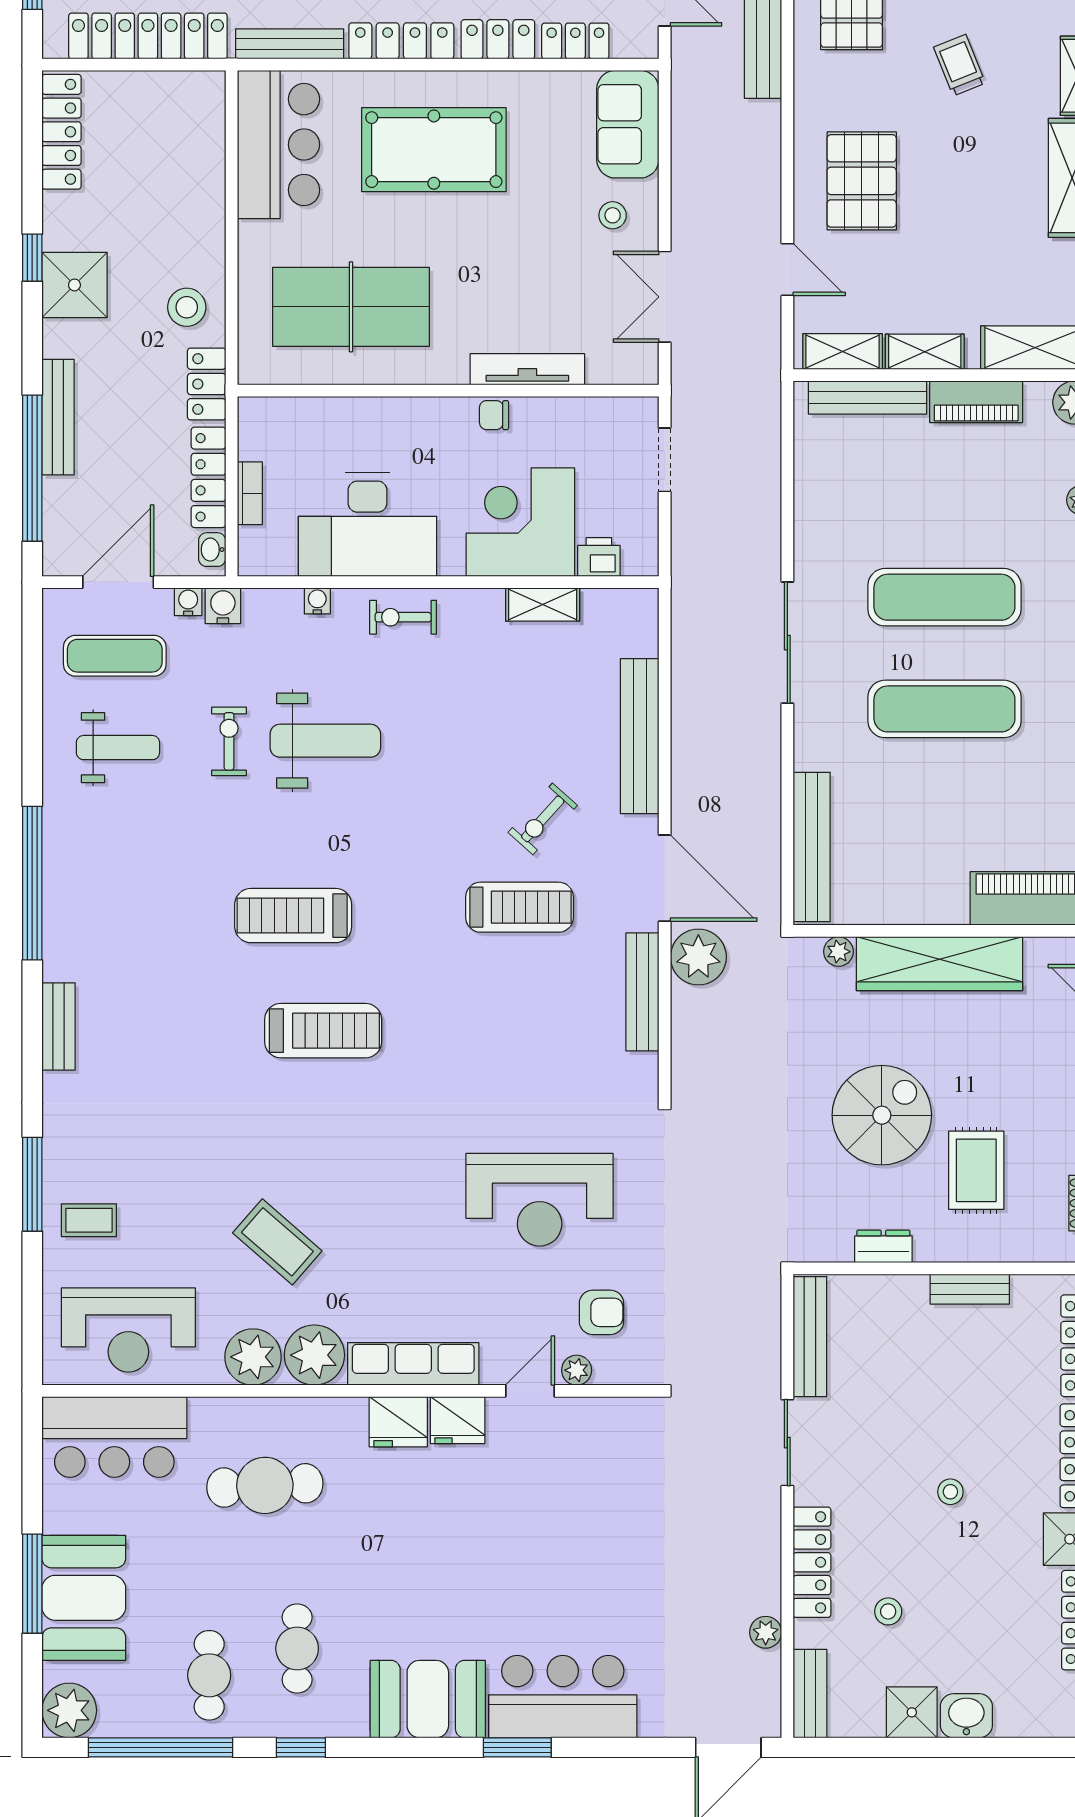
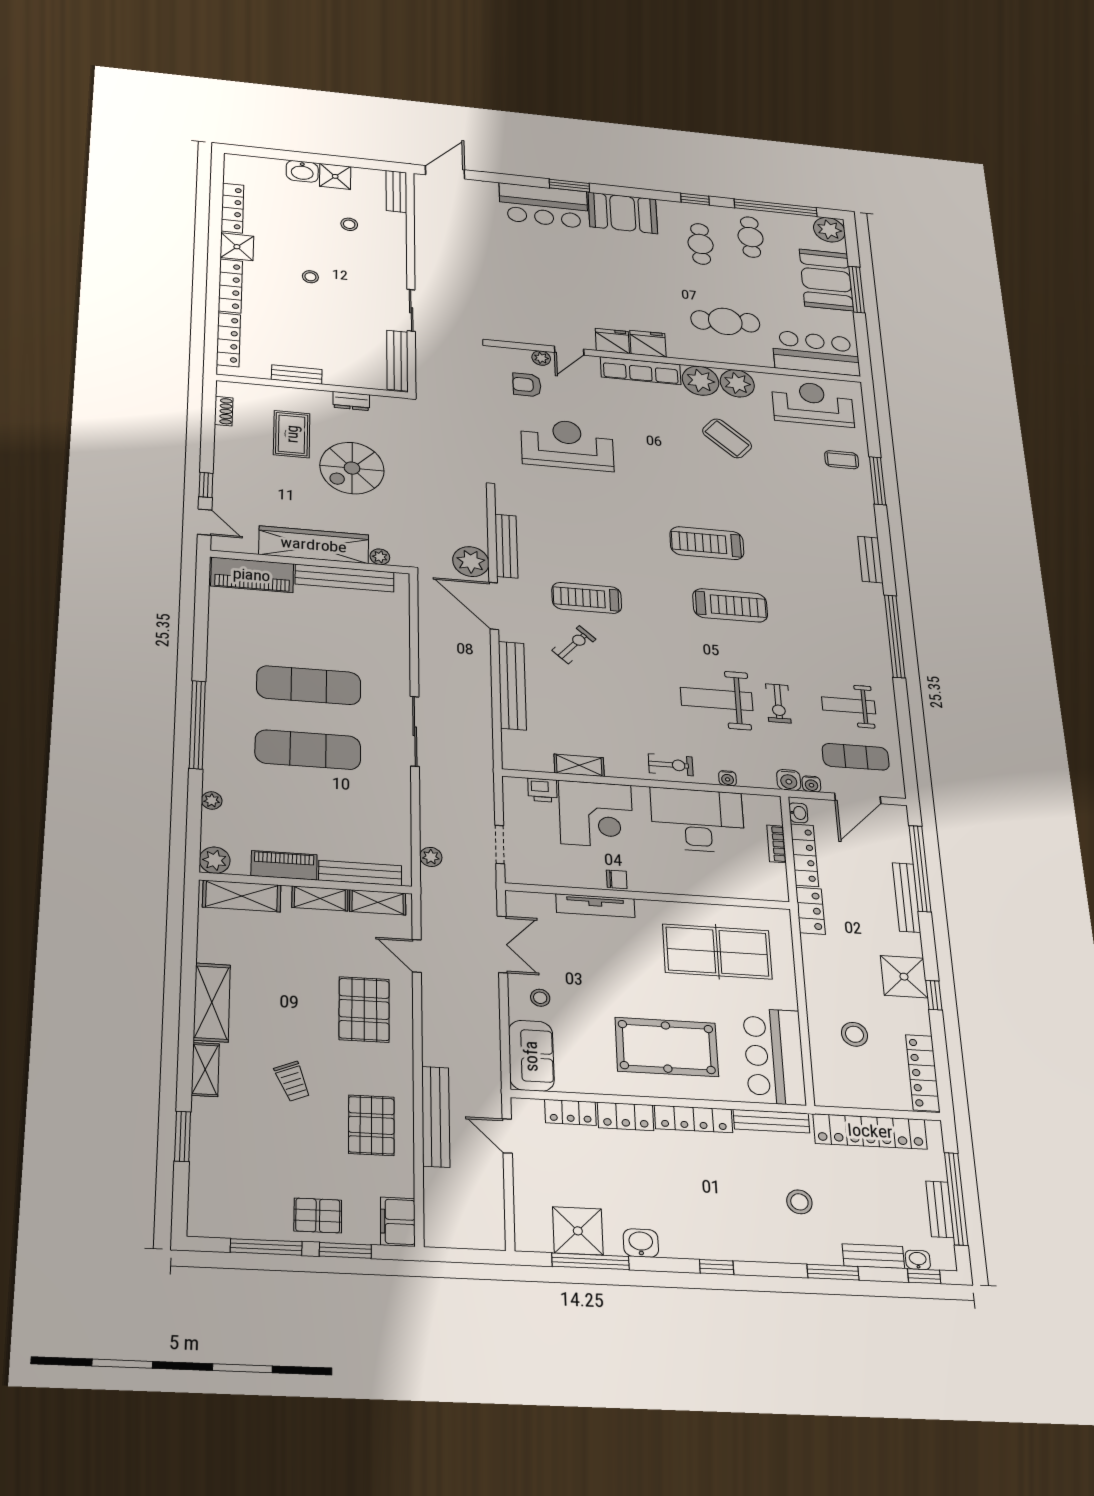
stool: (187, 307) -> (854, 1034), moved
bench: (812, 847) -> (345, 578), moved, turned 90
locker: (812, 1562) -> (396, 252), removed
plant: (766, 1632) -> (431, 857), moved

